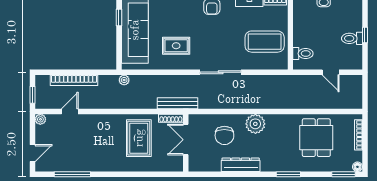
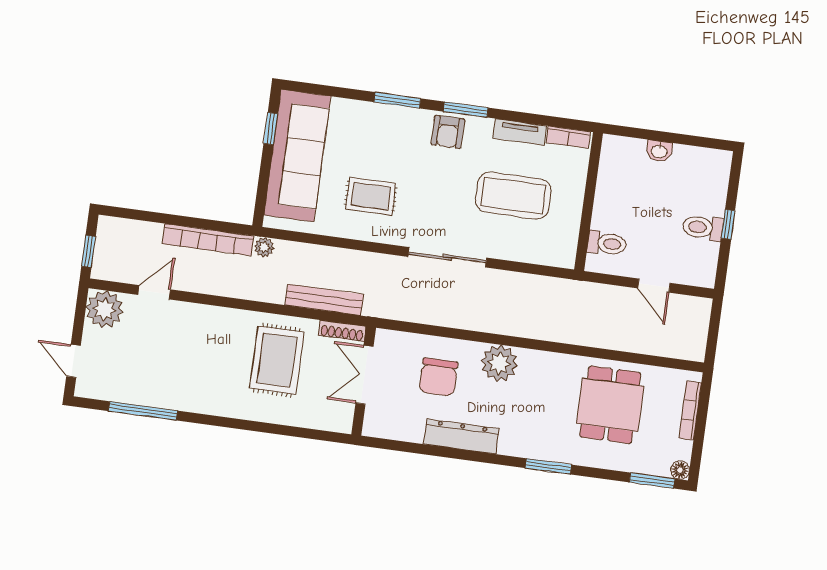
coffee table: (265, 42) -> (513, 196), moved
bookcase: (74, 80) -> (208, 240), moved
bench: (178, 103) -> (324, 300), moved
plant: (40, 119) -> (105, 309), width x1.87, depth x1.87
door: (33, 153) -> (74, 361), swing flipped

